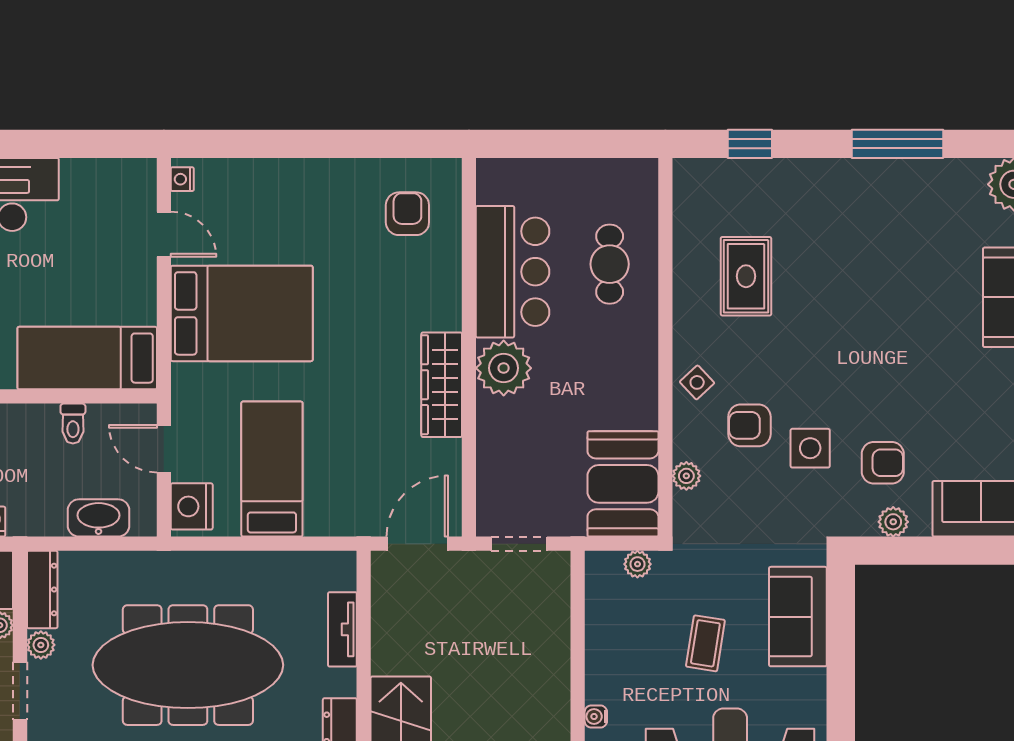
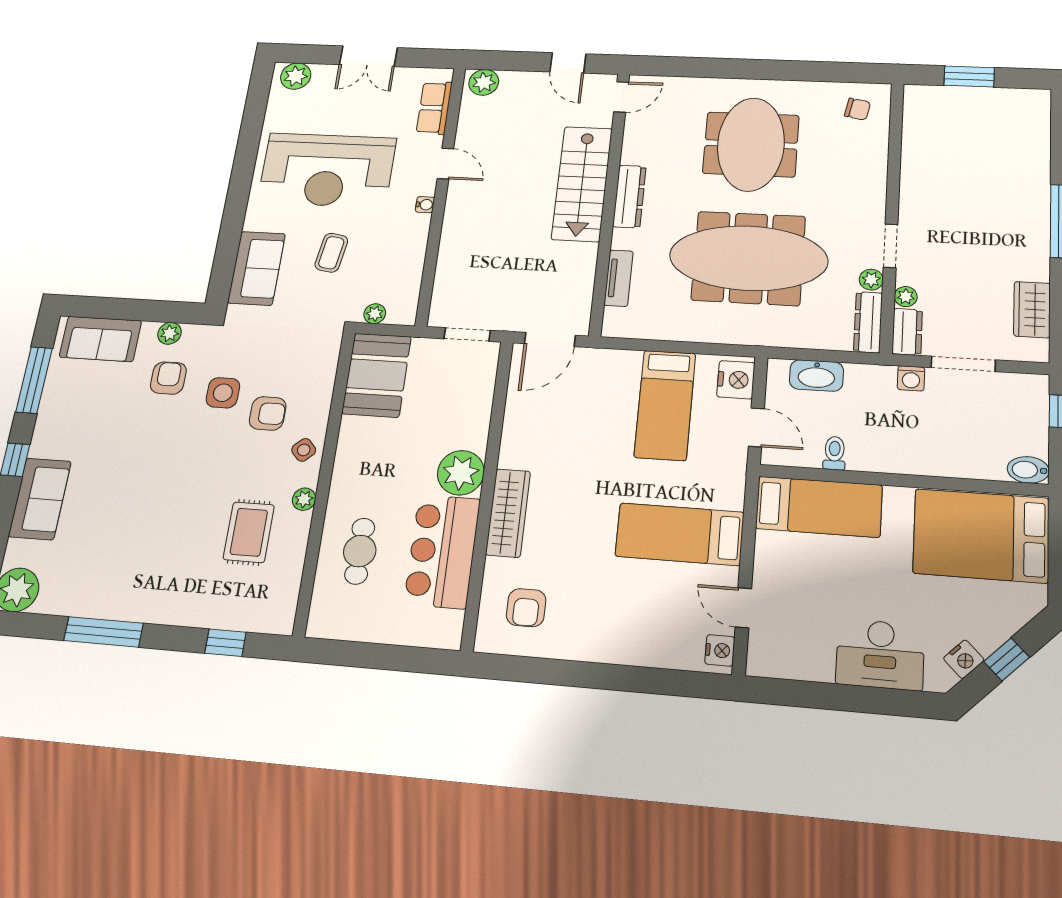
nightstand: (182, 179) -> (720, 650), width x1.39, depth x1.35
bed: (242, 313) -> (680, 534), width x0.67
wardrobe: (442, 385) -> (508, 513), moved
armchair: (883, 463) -> (168, 378), turned 90
plant: (686, 476) -> (304, 499), moved

